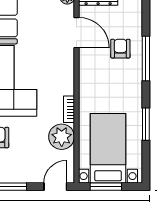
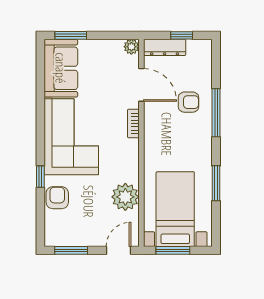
armchair: (120, 49) -> (189, 102), turned 90
bookcase: (69, 109) -> (133, 123), moved

